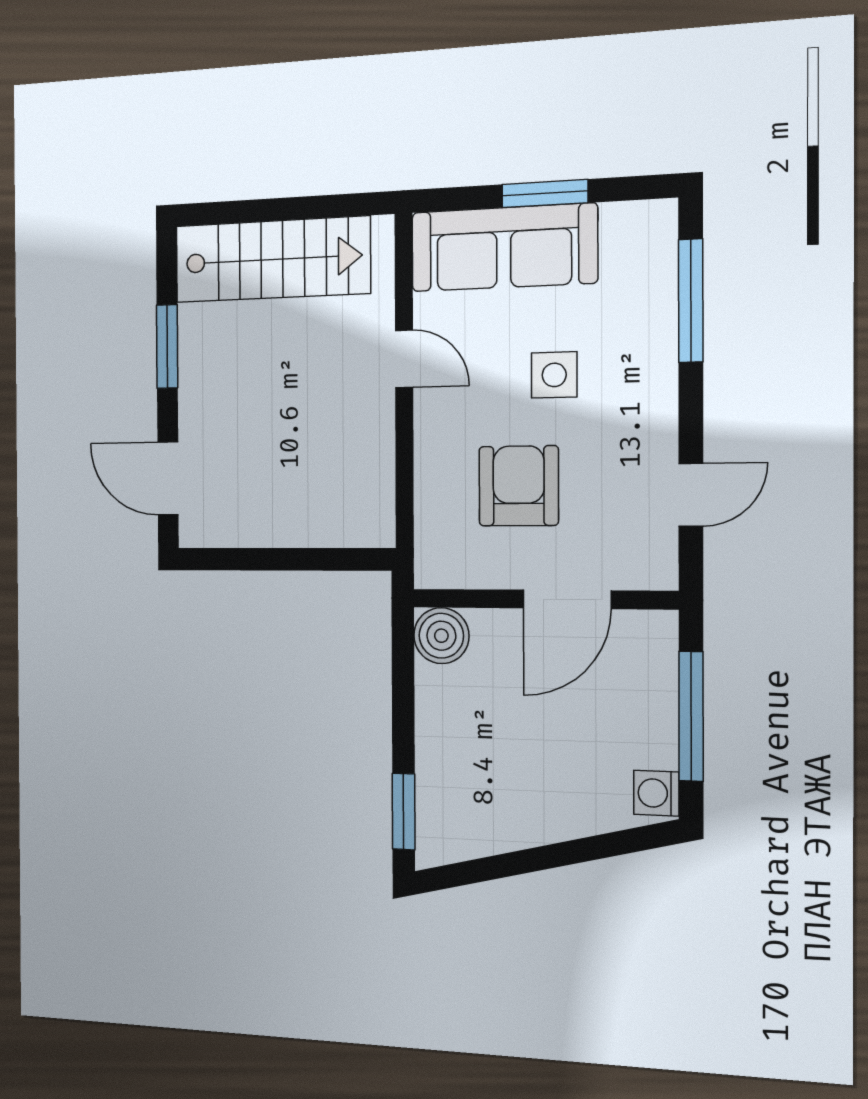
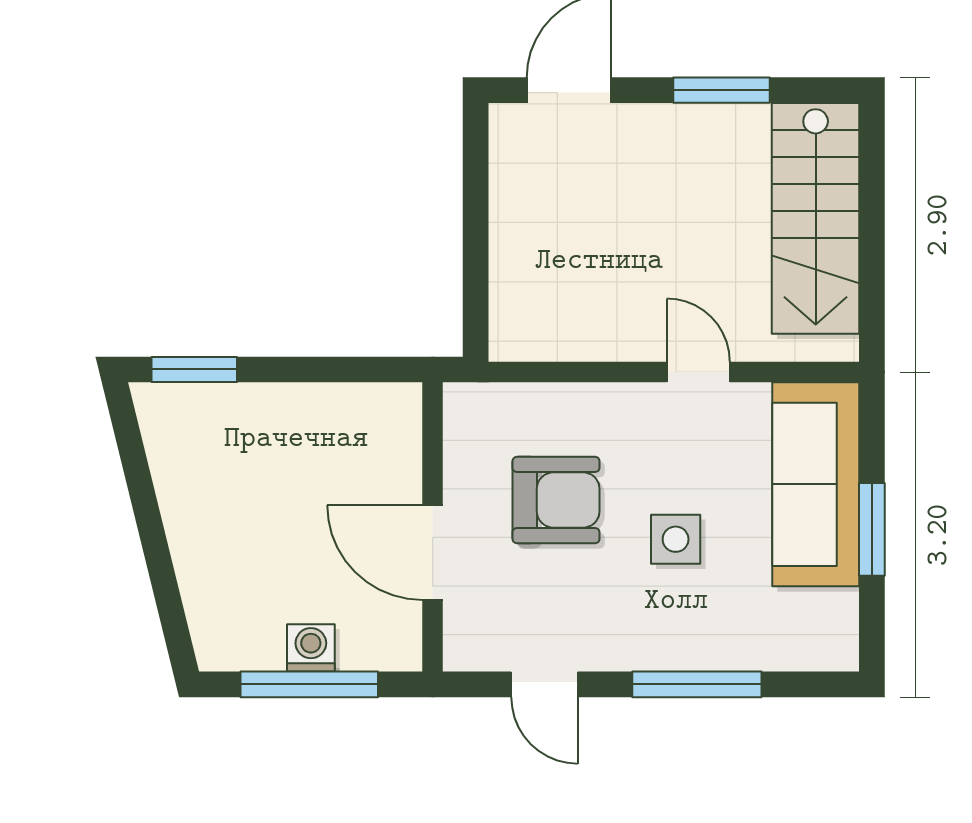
window: (691, 301) -> (697, 684), moved
door: (404, 359) -> (698, 372), swing flipped
boiler: (441, 636) -> (391, 413), removed
washing machine: (656, 793) -> (311, 648), moved

